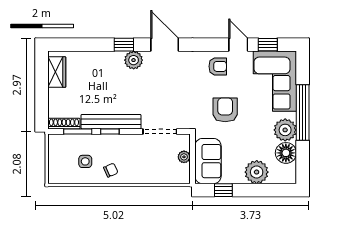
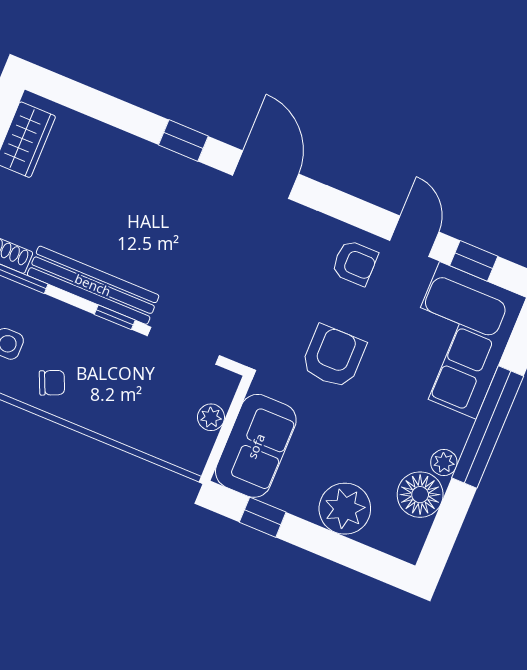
plant: (134, 60) -> (190, 180), removed
plant: (285, 130) -> (444, 463), width x0.53, depth x0.53
window: (110, 131) -> (115, 317), moved

